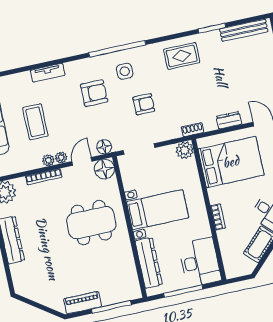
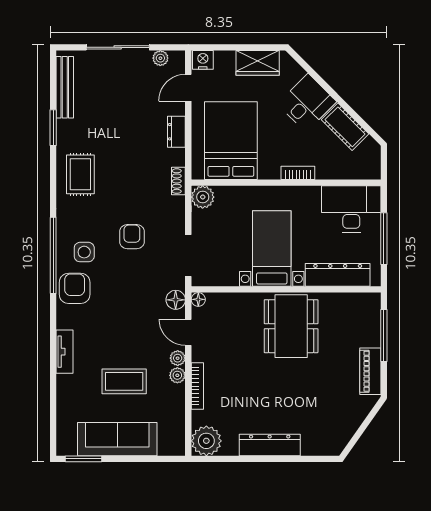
armchair: (94, 93) -> (75, 288), moved
floor lamp: (104, 169) -> (198, 299), width x0.53, depth x0.53
dining table: (91, 223) -> (291, 326), moved

